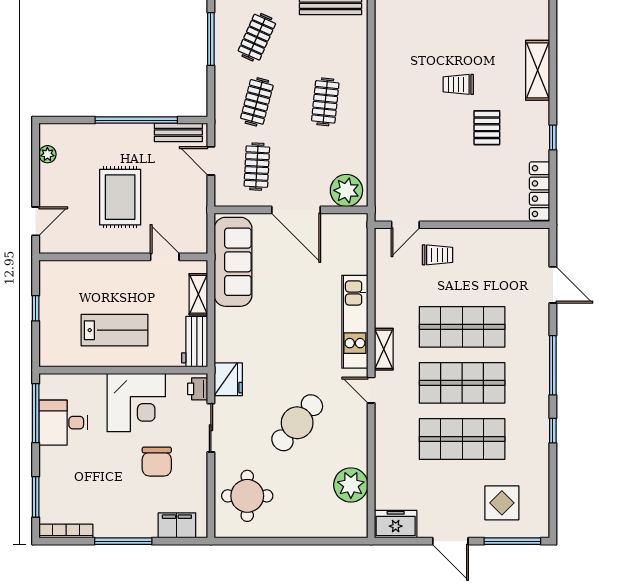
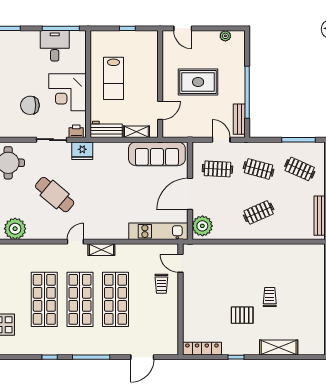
clothes rail: (325, 102) -> (259, 212), turned -30
door: (211, 161) -> (221, 140), hinge flipped
kitchen unit: (355, 322) -> (158, 231), moved

